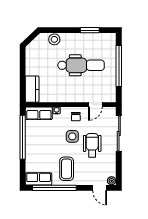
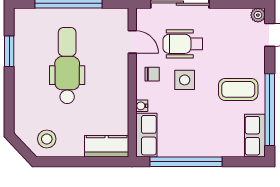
stool: (54, 39) -> (47, 139), moved
wheelchair: (92, 145) -> (183, 44), moved

